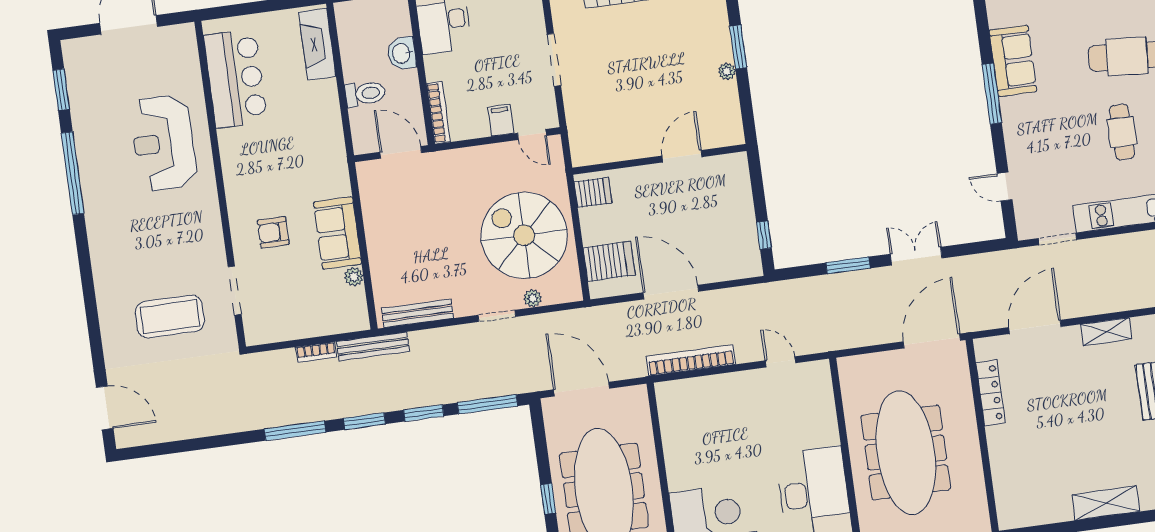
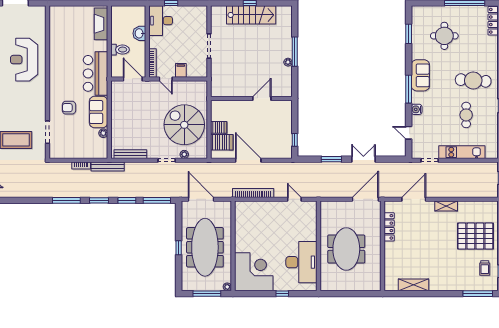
window: (738, 47) -> (295, 52), width x1.44
bar counter: (236, 78) -> (96, 73), moved, turned 180
door: (532, 134) -> (166, 79), moved
water cooler: (1015, 134) -> (417, 109), added
server rack: (593, 192) -> (219, 127), moved
meeting table: (906, 453) -> (346, 249), width x0.73
shelving: (1106, 503) -> (414, 285), moved

